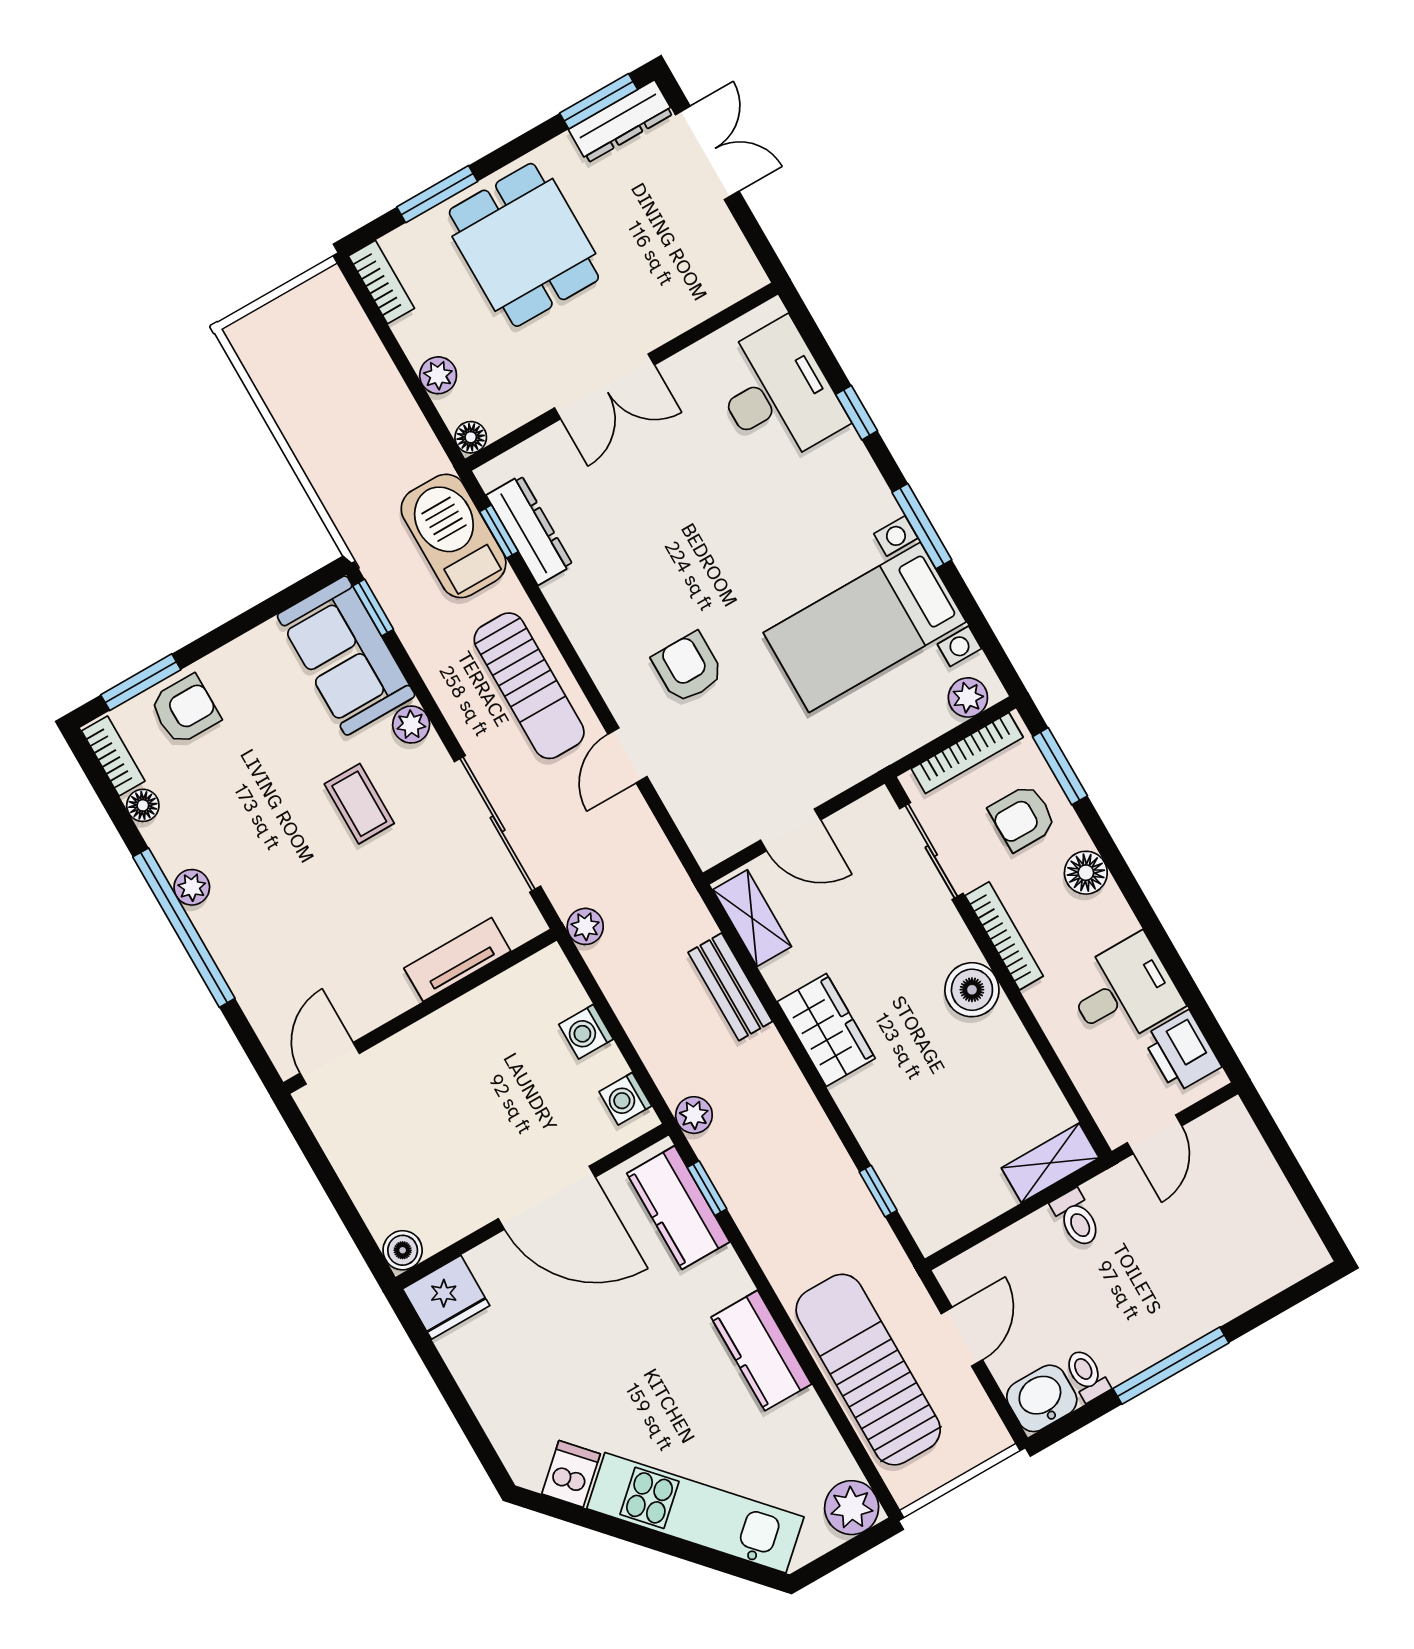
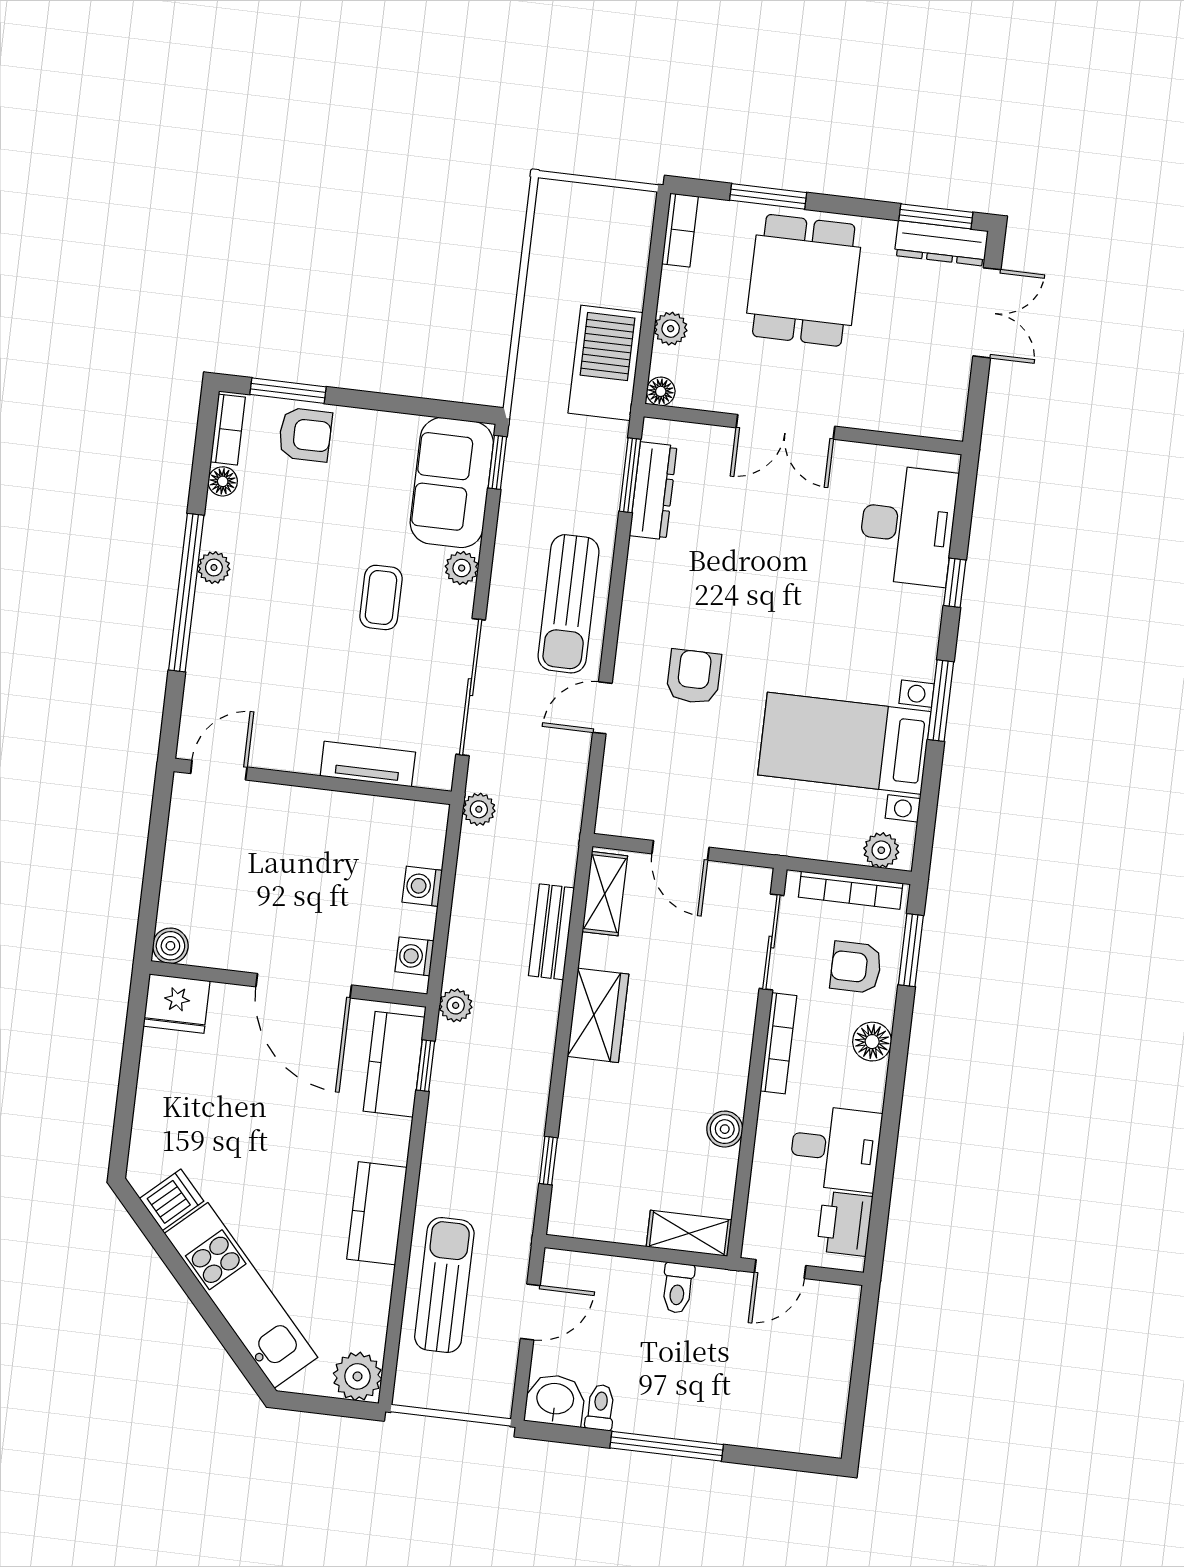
window: (499, 532) -> (630, 475), width x1.50
barbecue: (454, 536) -> (606, 363), moved
boiler: (972, 990) -> (725, 1129), moved, width x0.73, depth x0.73
sun lounger: (868, 1370) -> (444, 1285), width x0.73, depth x0.75

